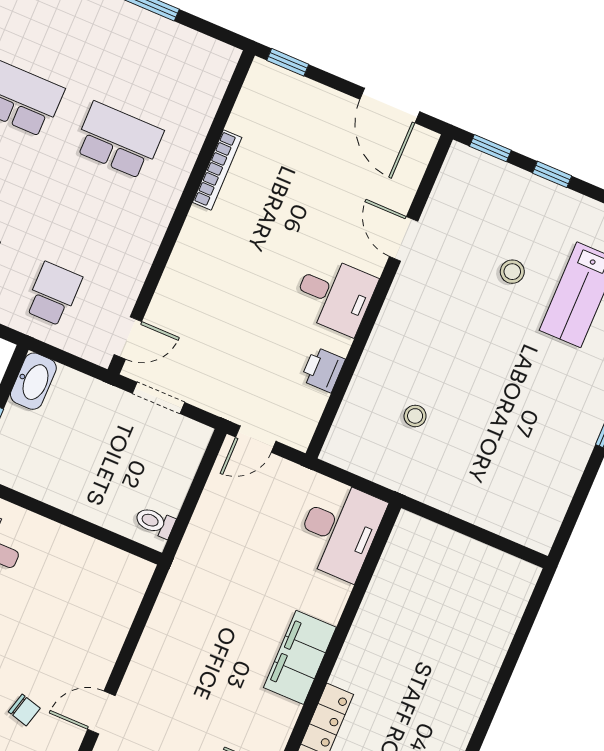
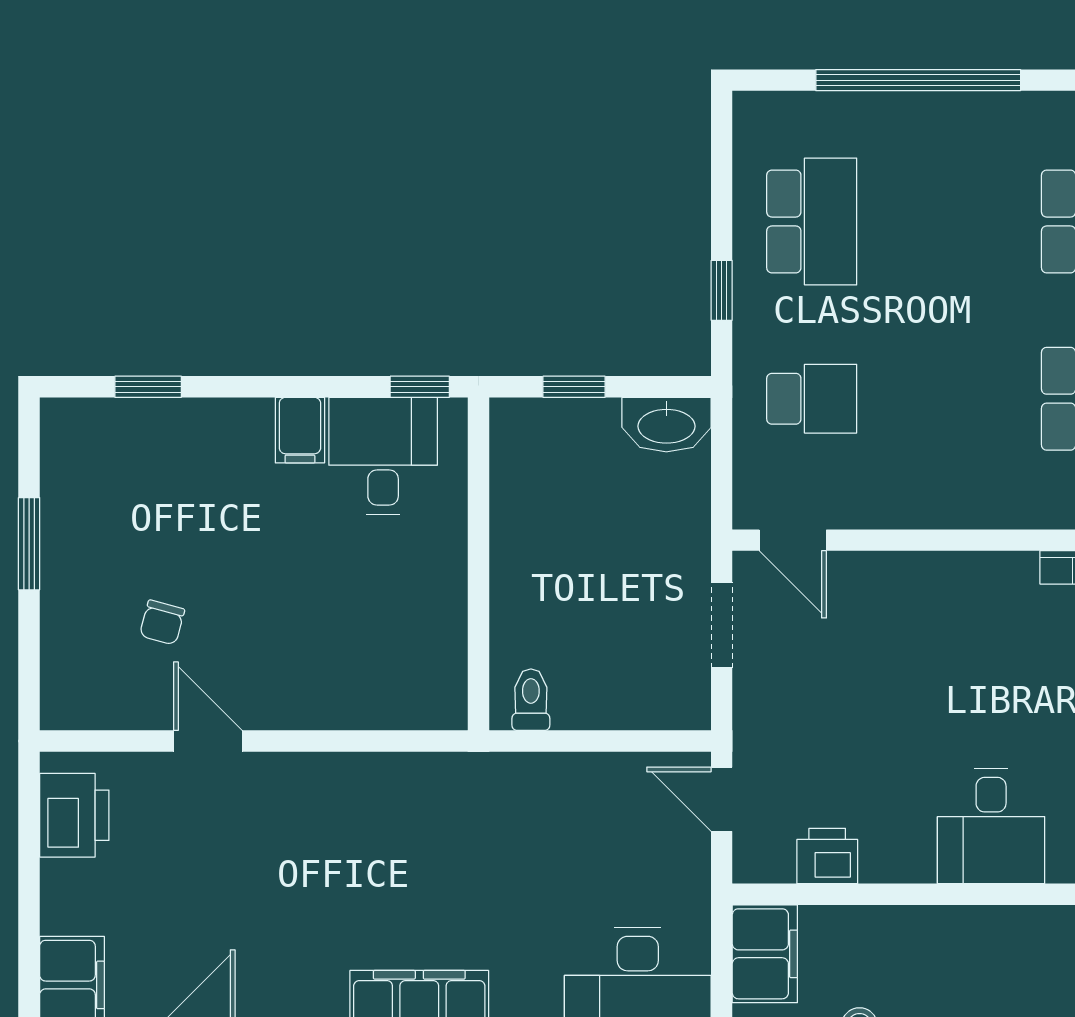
printer: (323, 370) -> (827, 856), moved
filing cabinet: (352, 452) -> (765, 954), added

